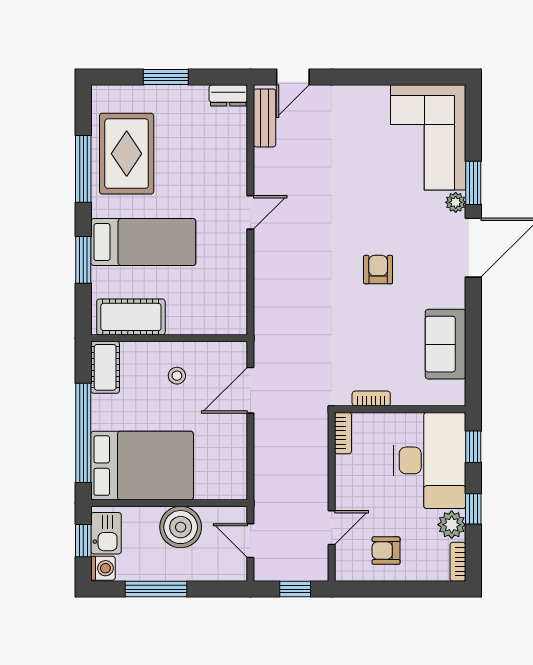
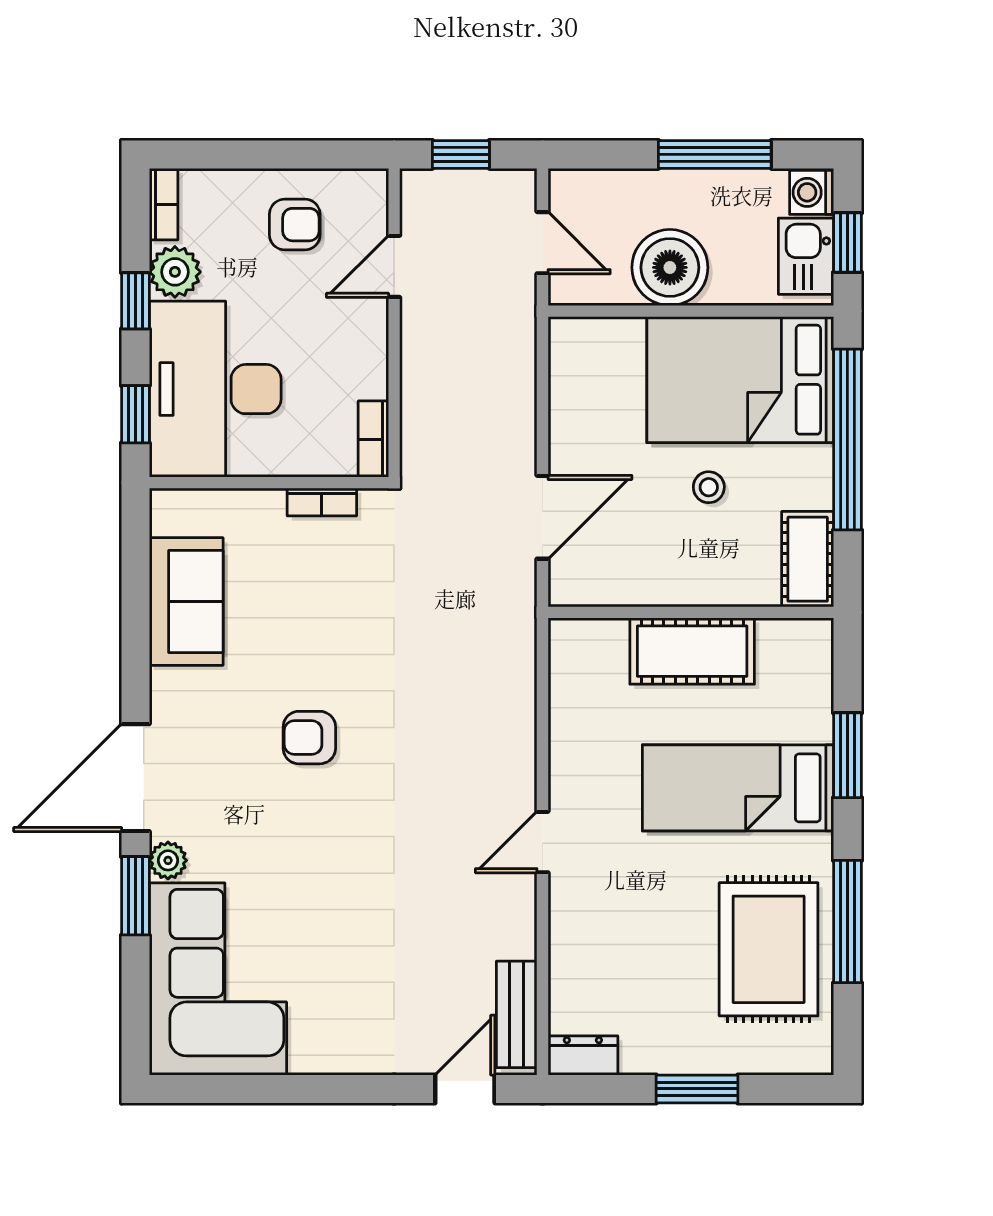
armchair: (378, 270) -> (309, 738), turned 90
cot: (131, 317) -> (692, 651), moved
stool: (177, 376) -> (709, 487), moved

